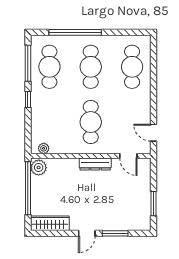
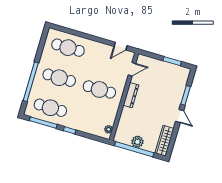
plant: (39, 168) -> (137, 142), moved

